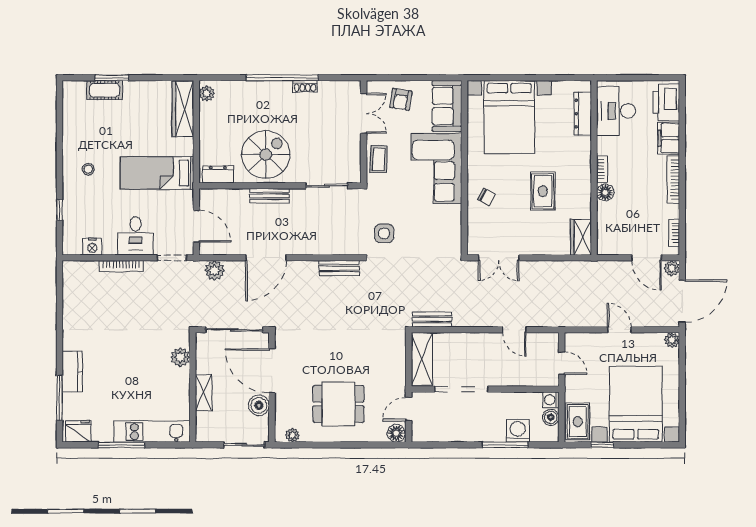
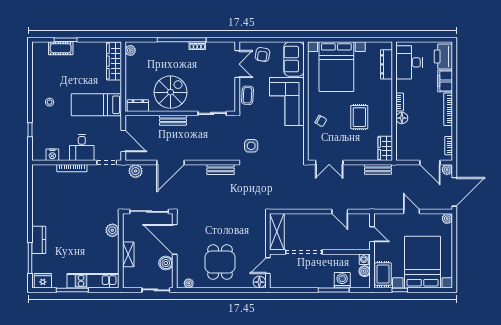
bench: (432, 320) -> (378, 169), moved
dining table: (338, 404) -> (220, 262), turned 90

